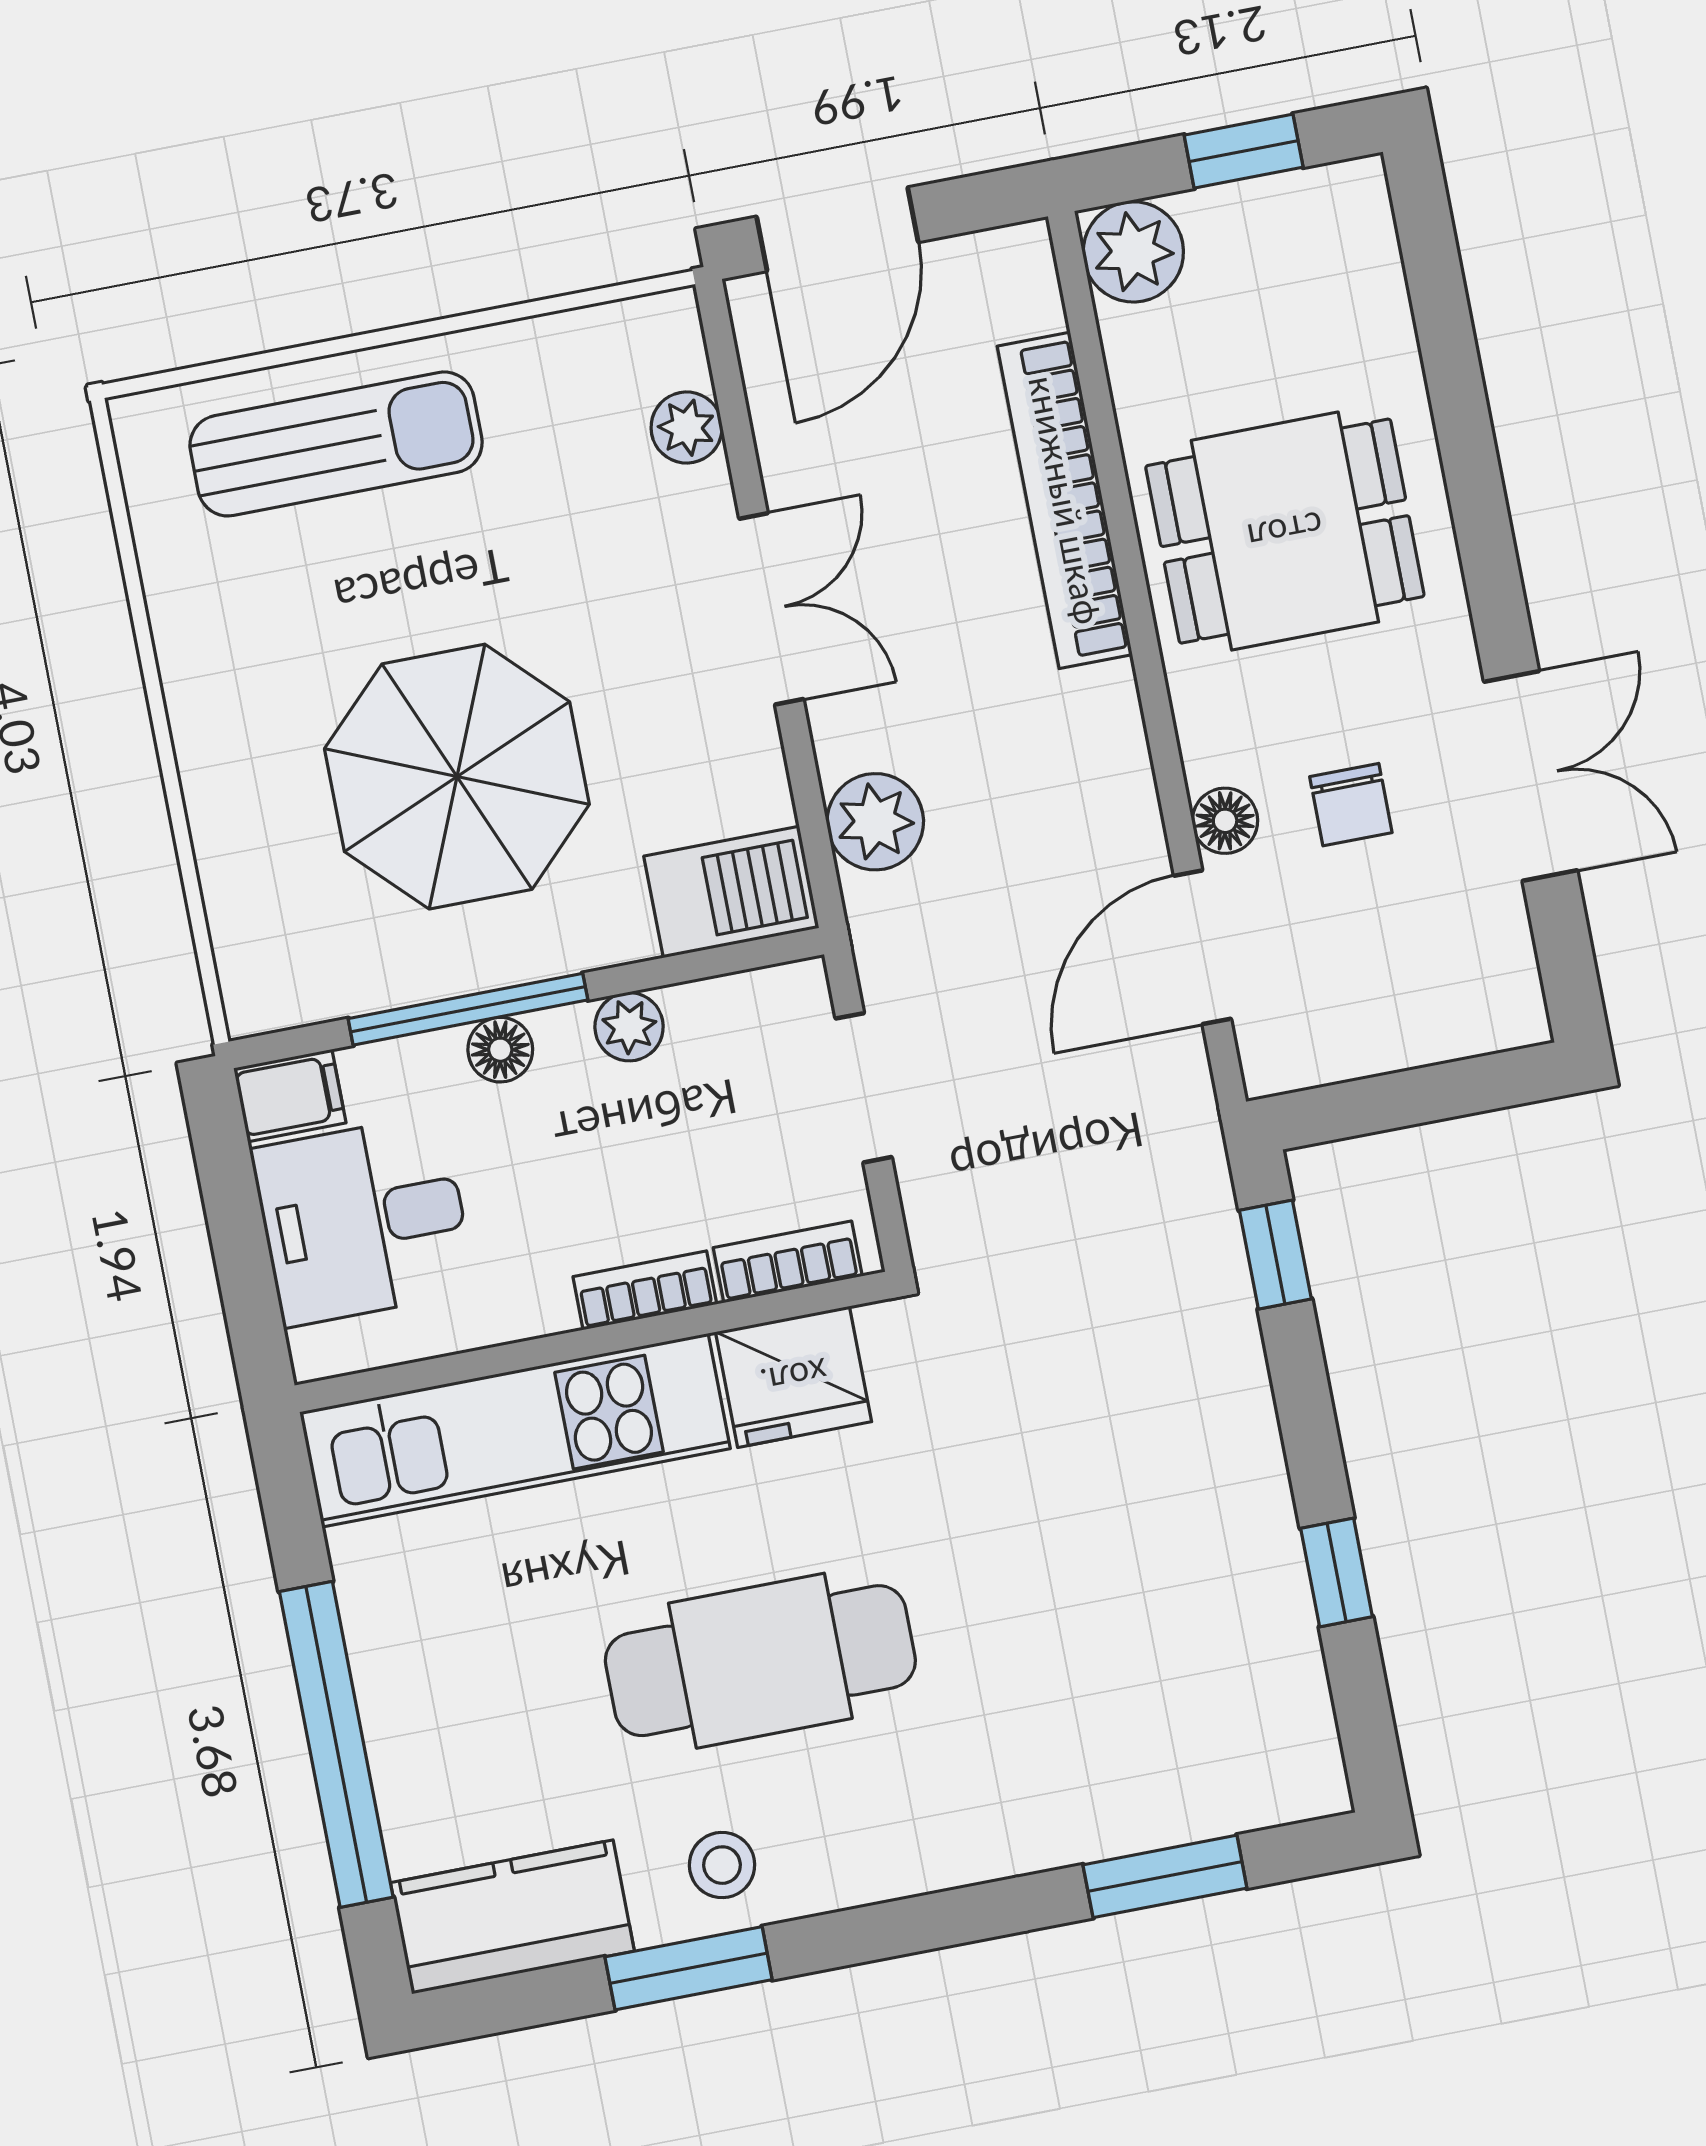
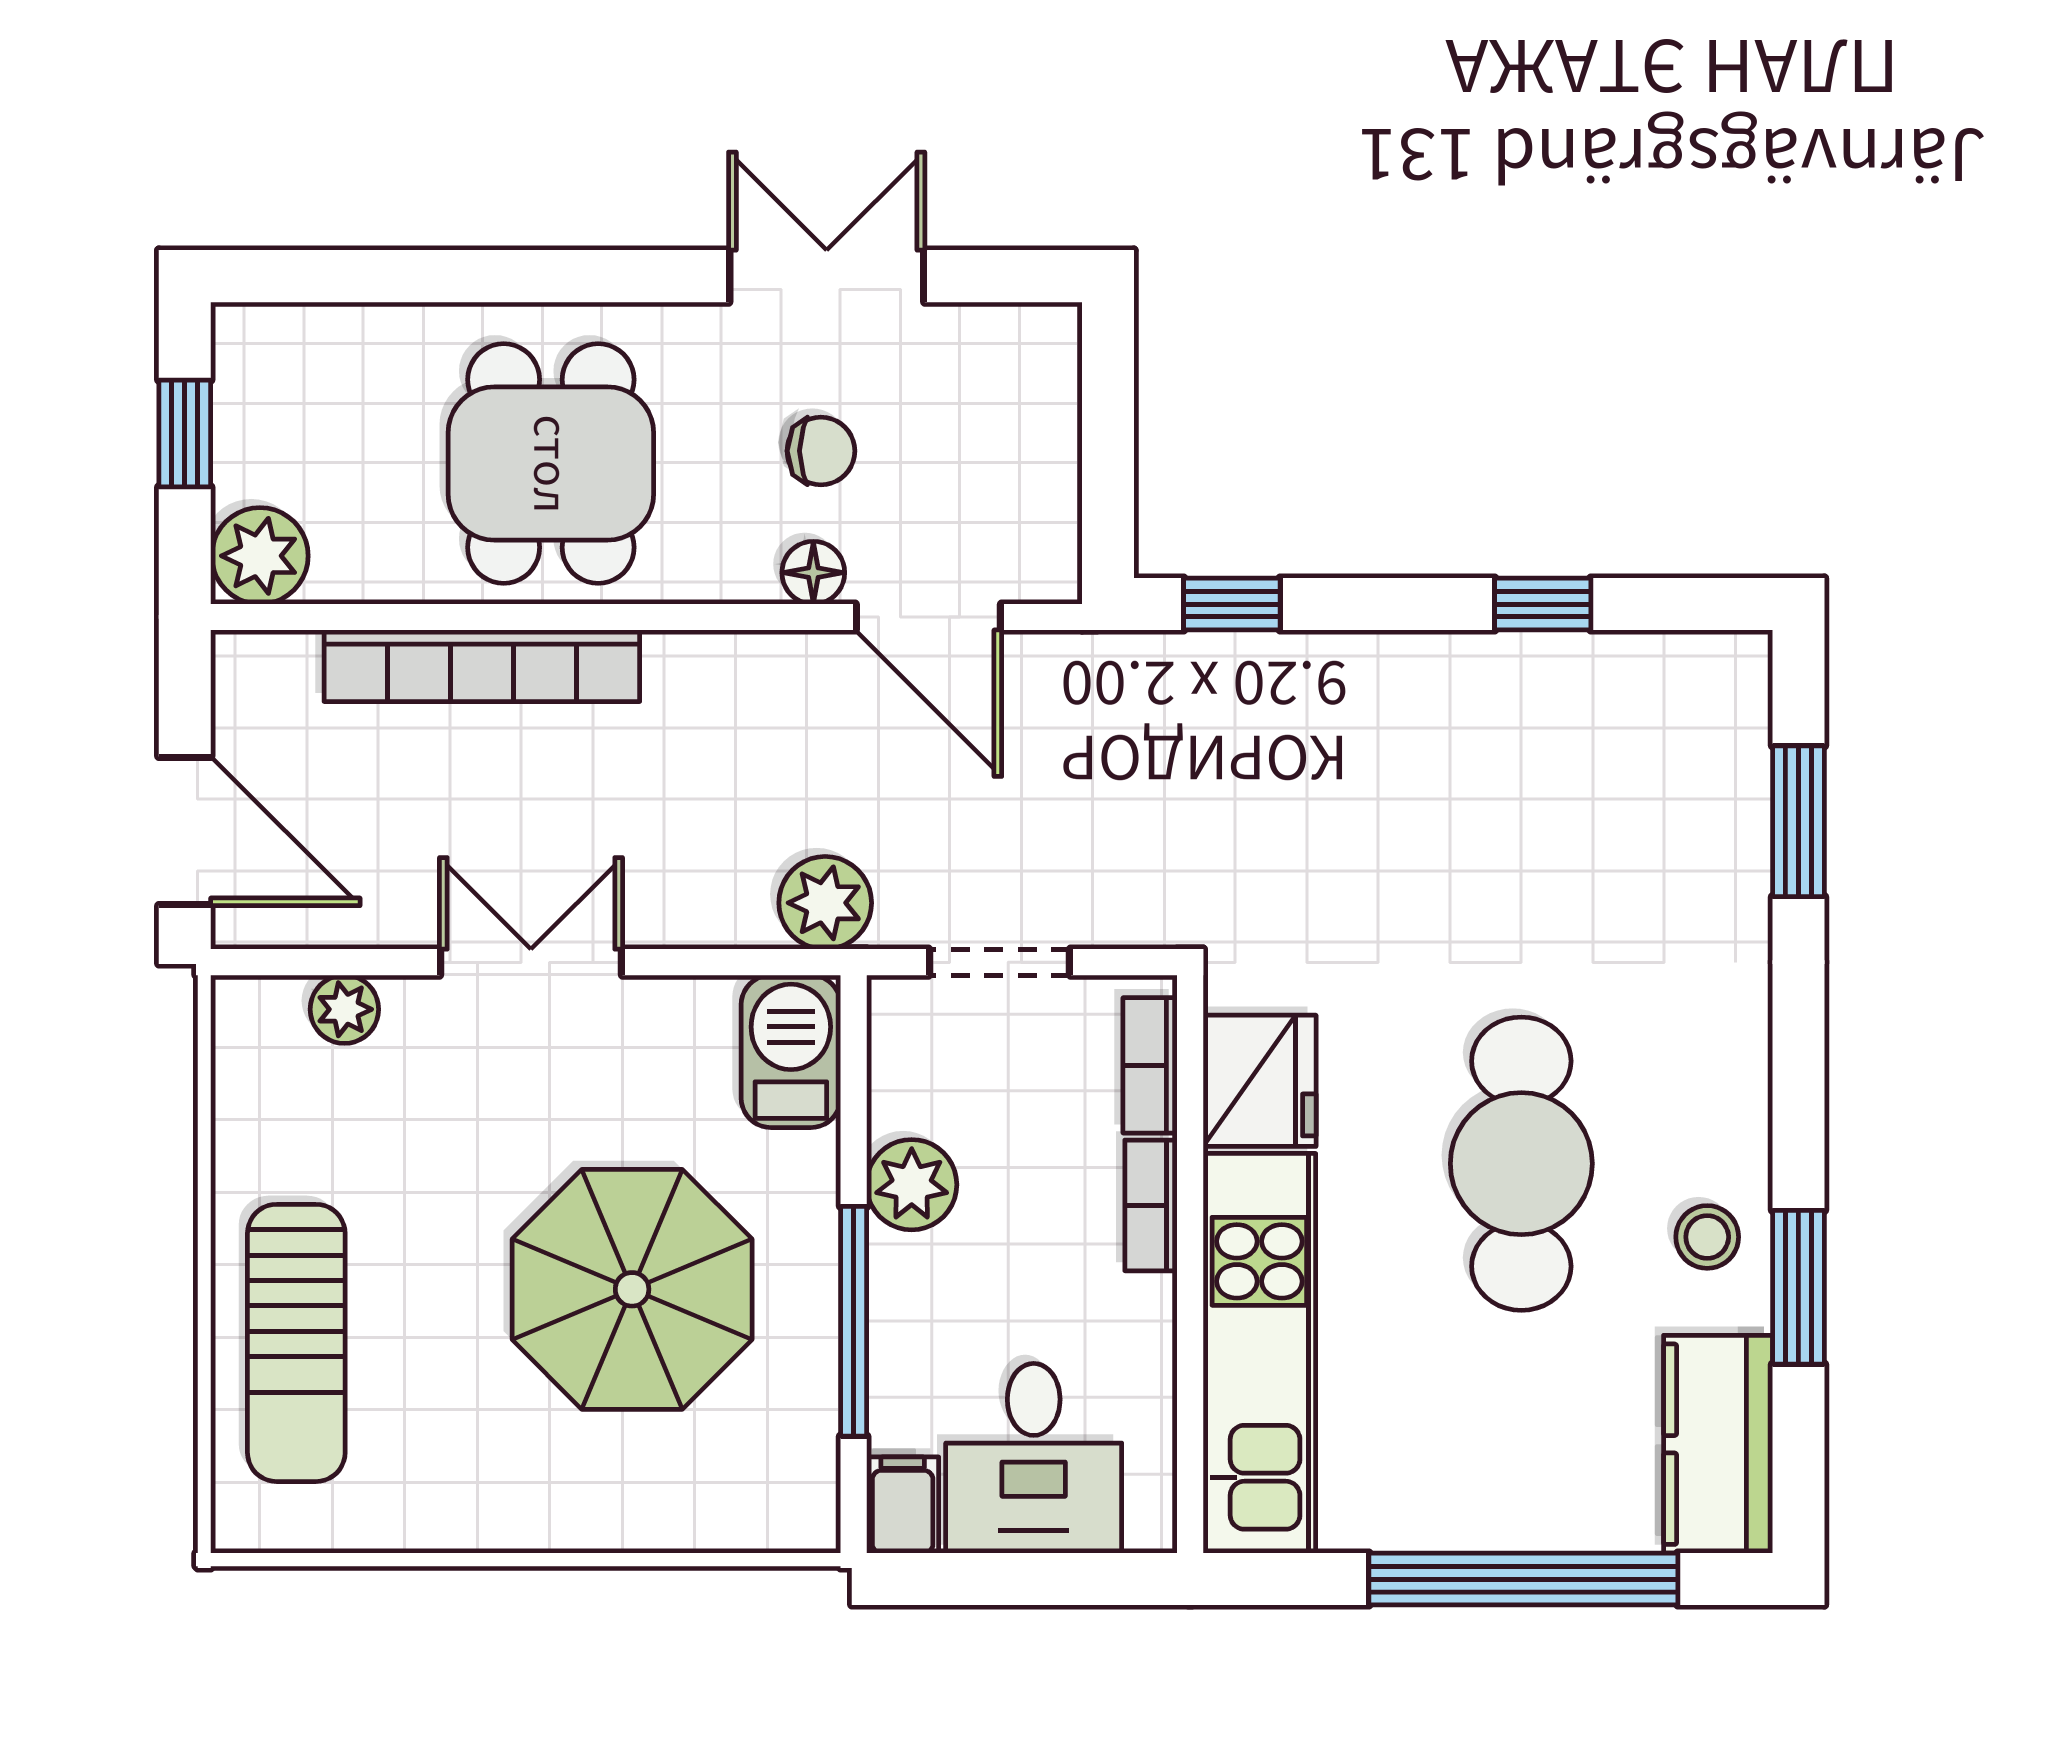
sun lounger: (336, 444) -> (296, 1343), turned 180
plant: (875, 822) -> (825, 903), moved
plant: (629, 1027) -> (912, 1185), width x1.38, depth x1.38
floor lamp: (500, 1050) -> (898, 1298), removed

